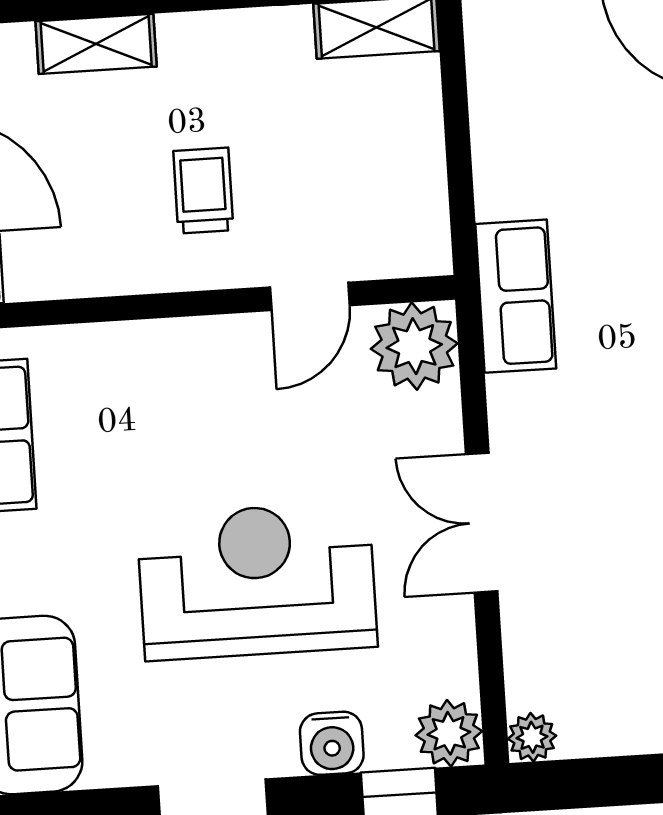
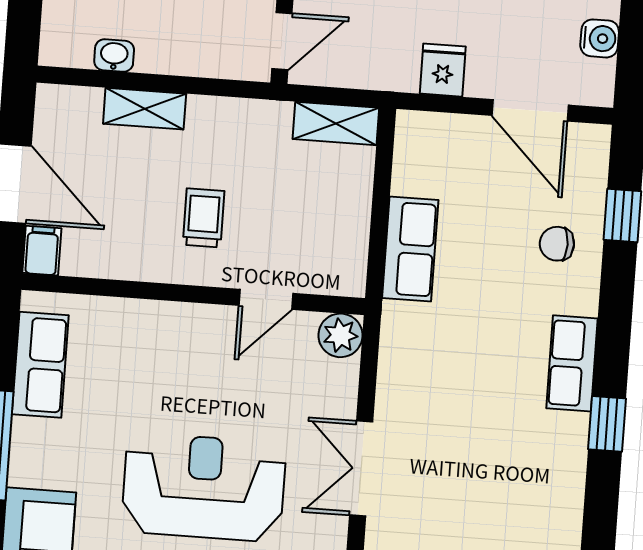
row of seats: (516, 296) -> (410, 249), moved
plant: (414, 346) -> (340, 335), width x0.73, depth x0.73

